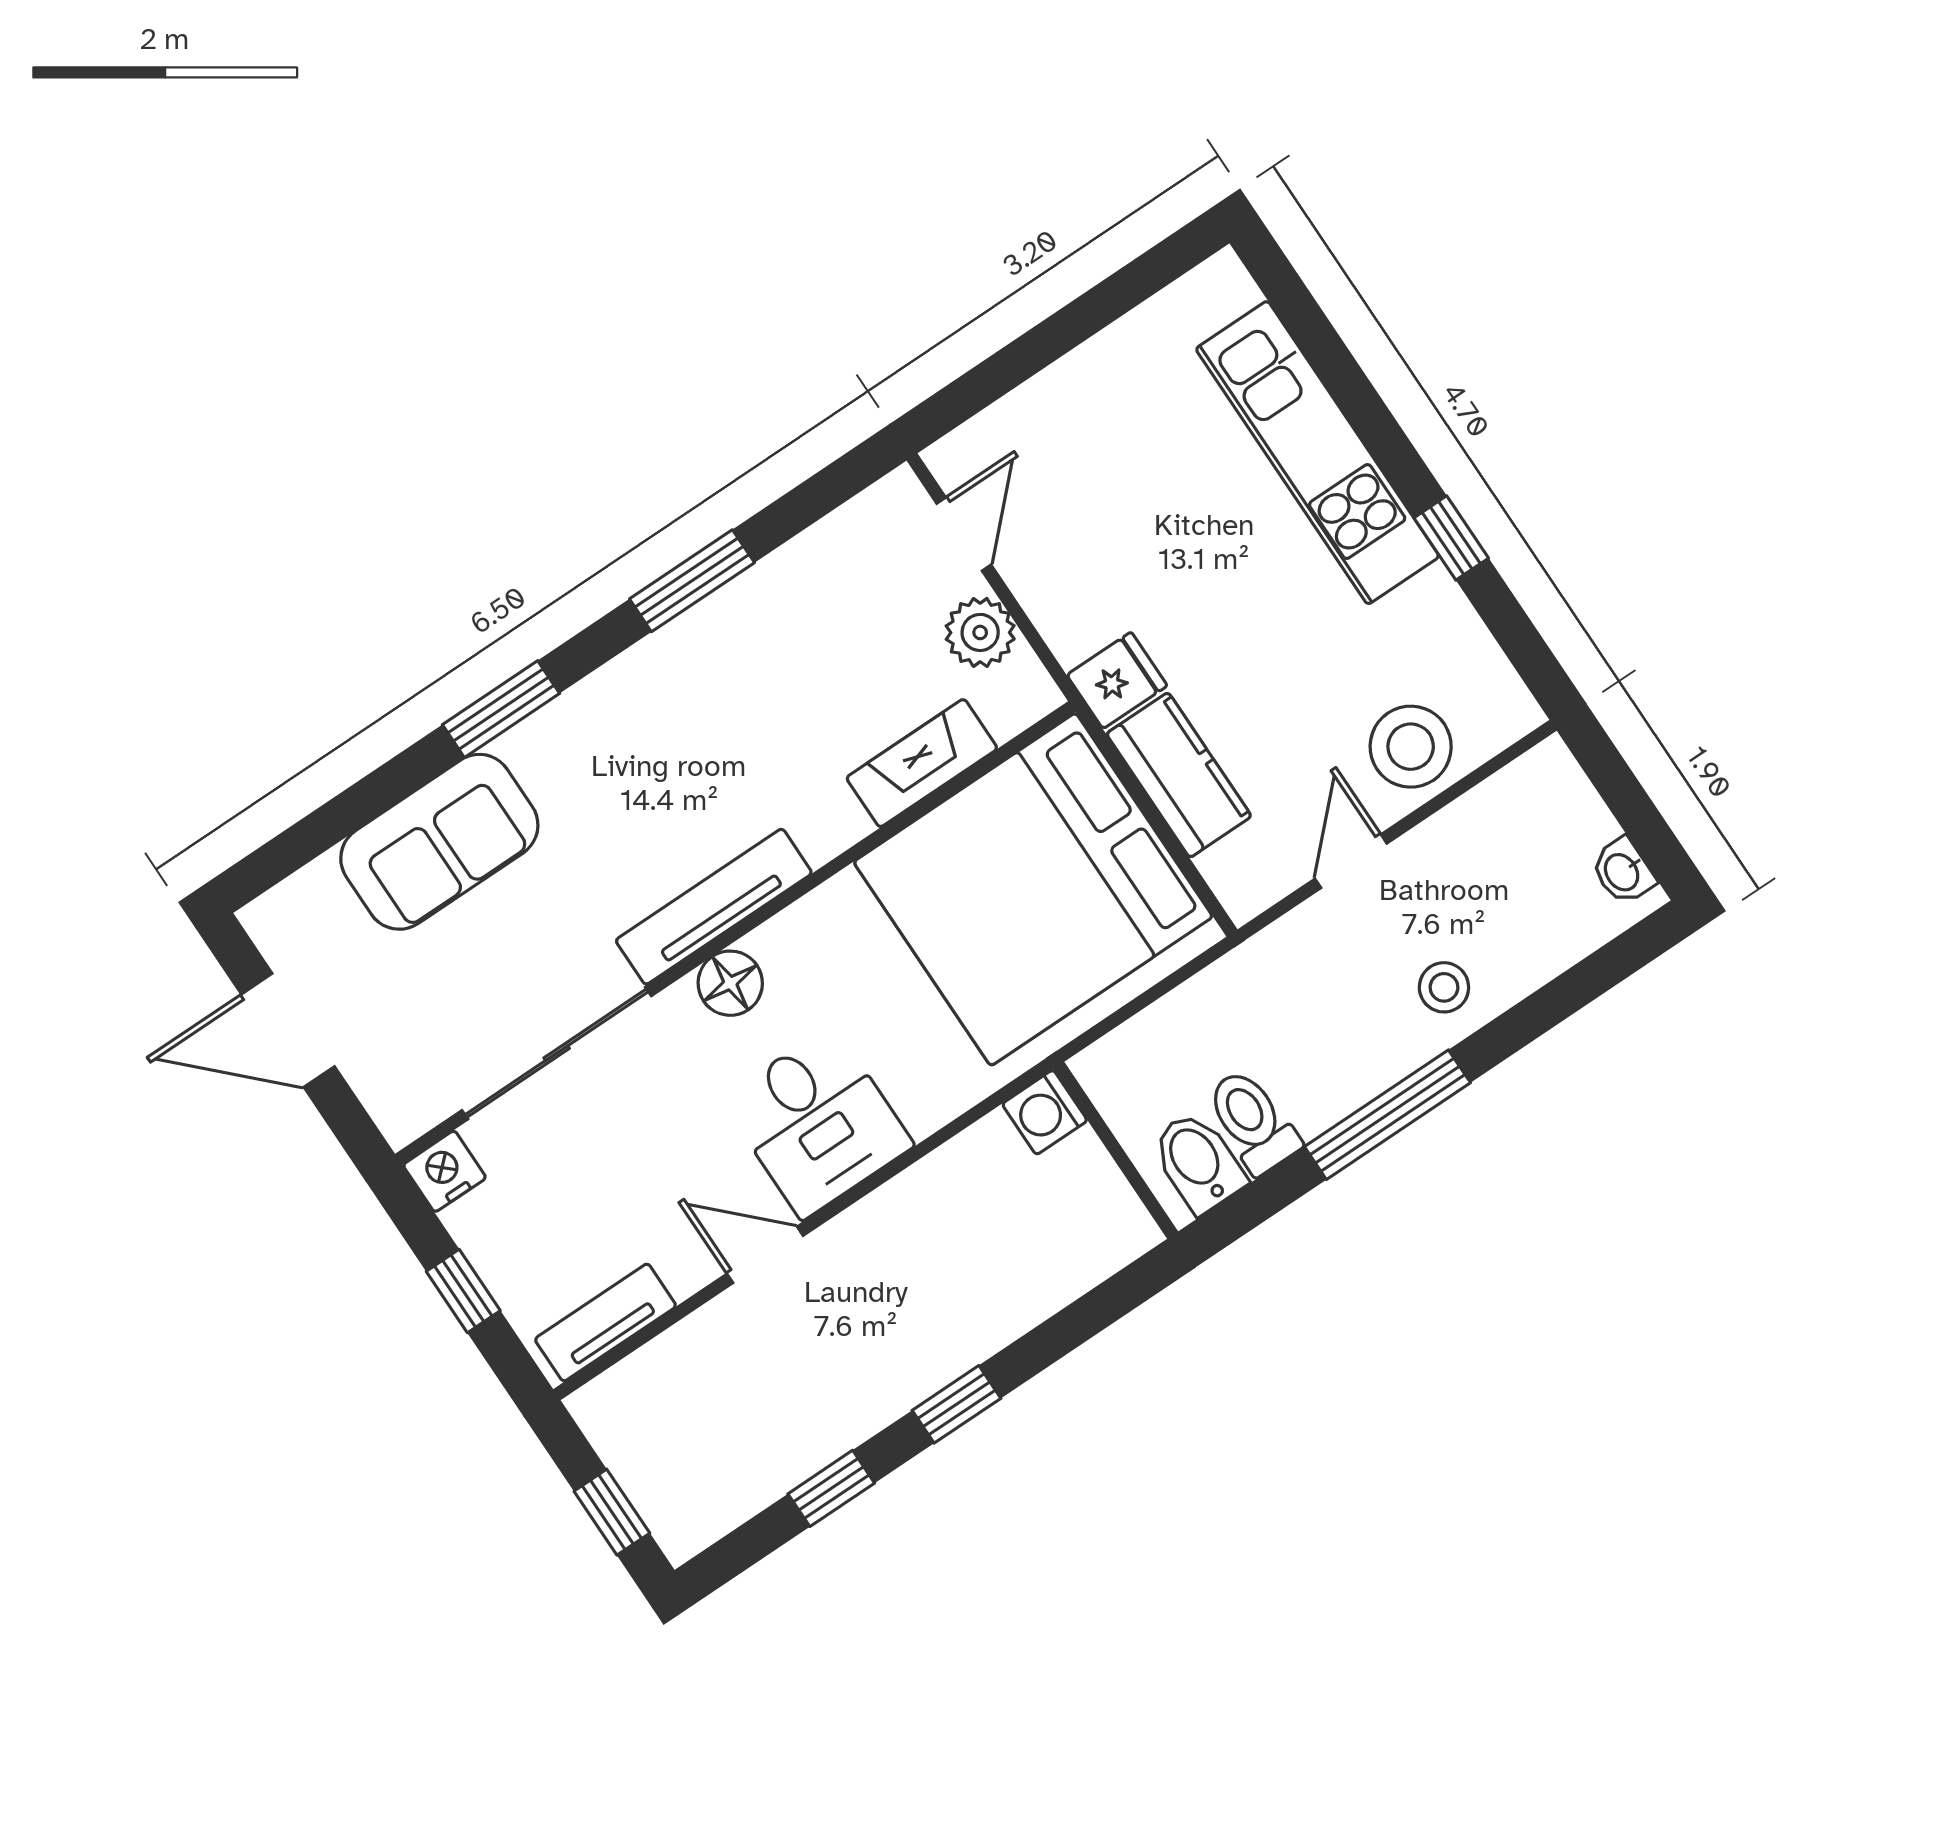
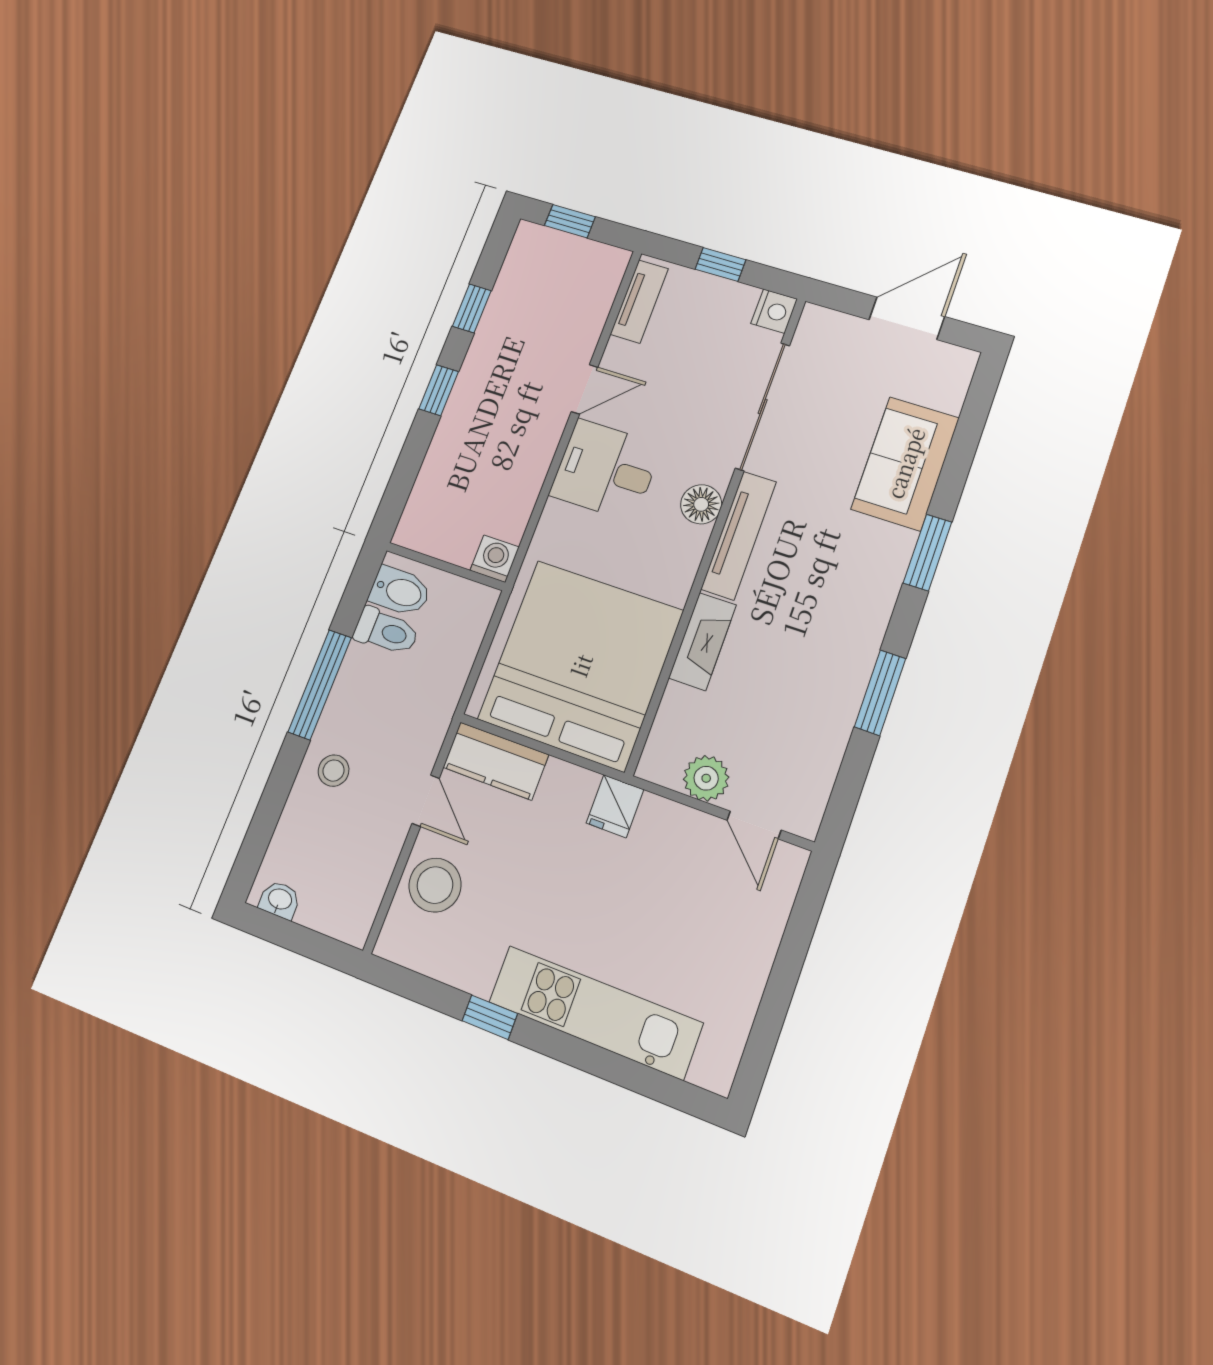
fireplace: (922, 763) -> (702, 641), moved
kitchen counter: (1179, 775) -> (496, 761), moved

